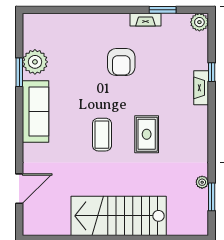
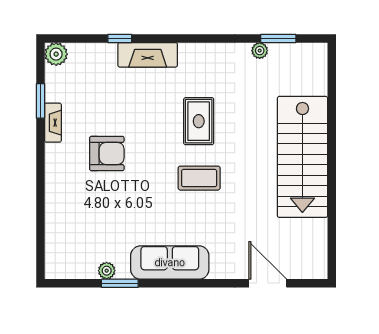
plant: (35, 62) -> (107, 271), width x0.53, depth x0.53
fireplace: (201, 88) -> (148, 55), width x1.37, depth x1.32
rug: (147, 134) -> (199, 121), turned 90

